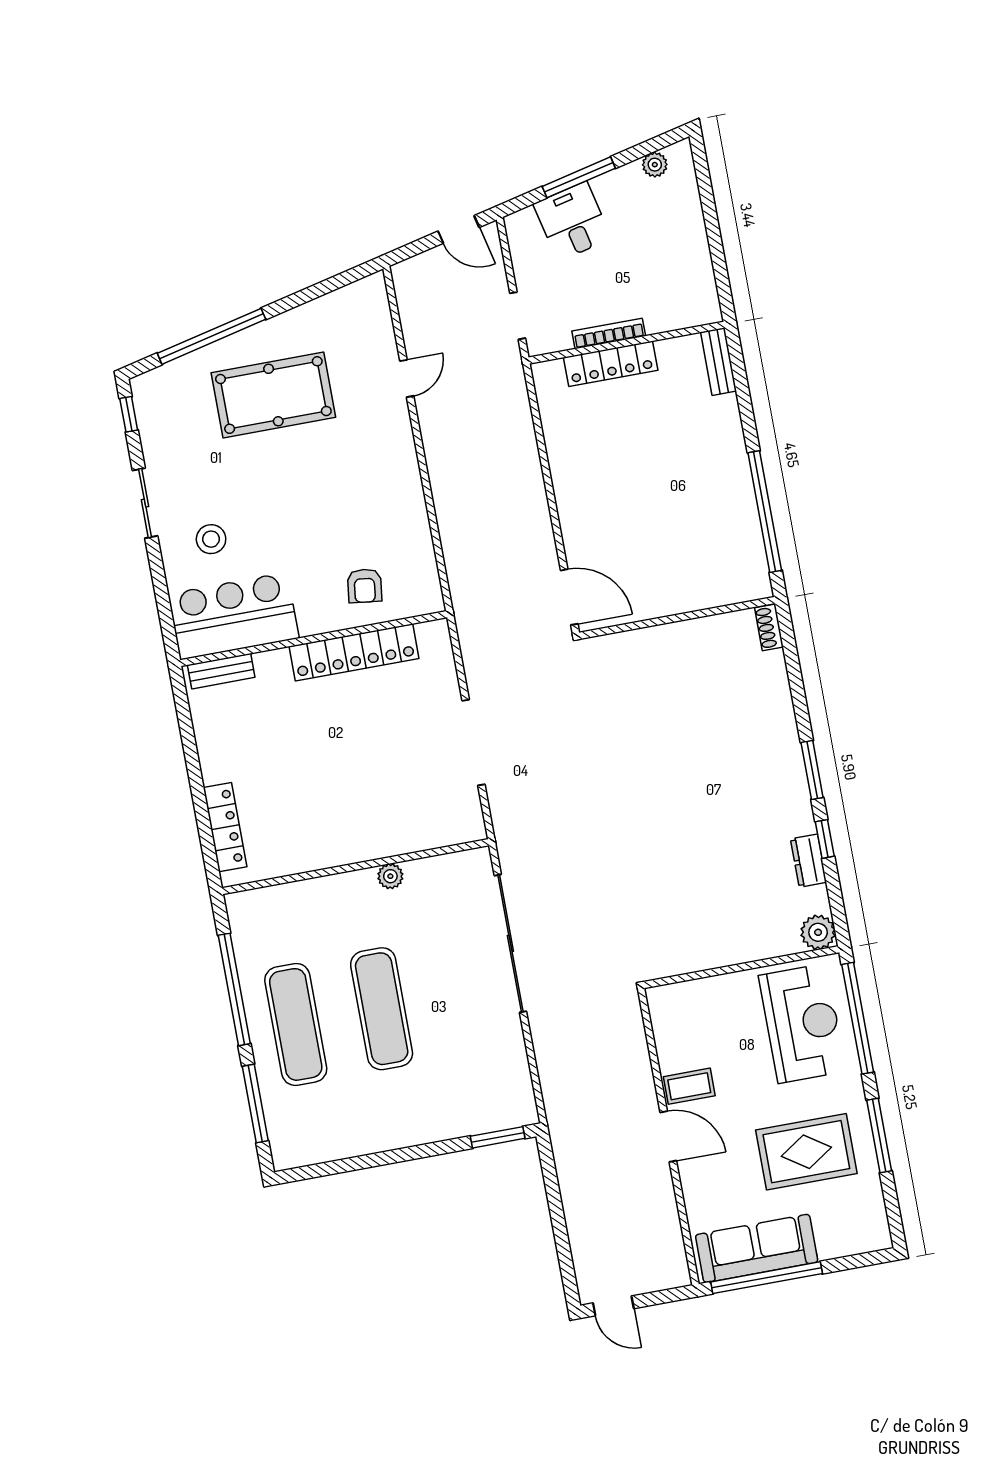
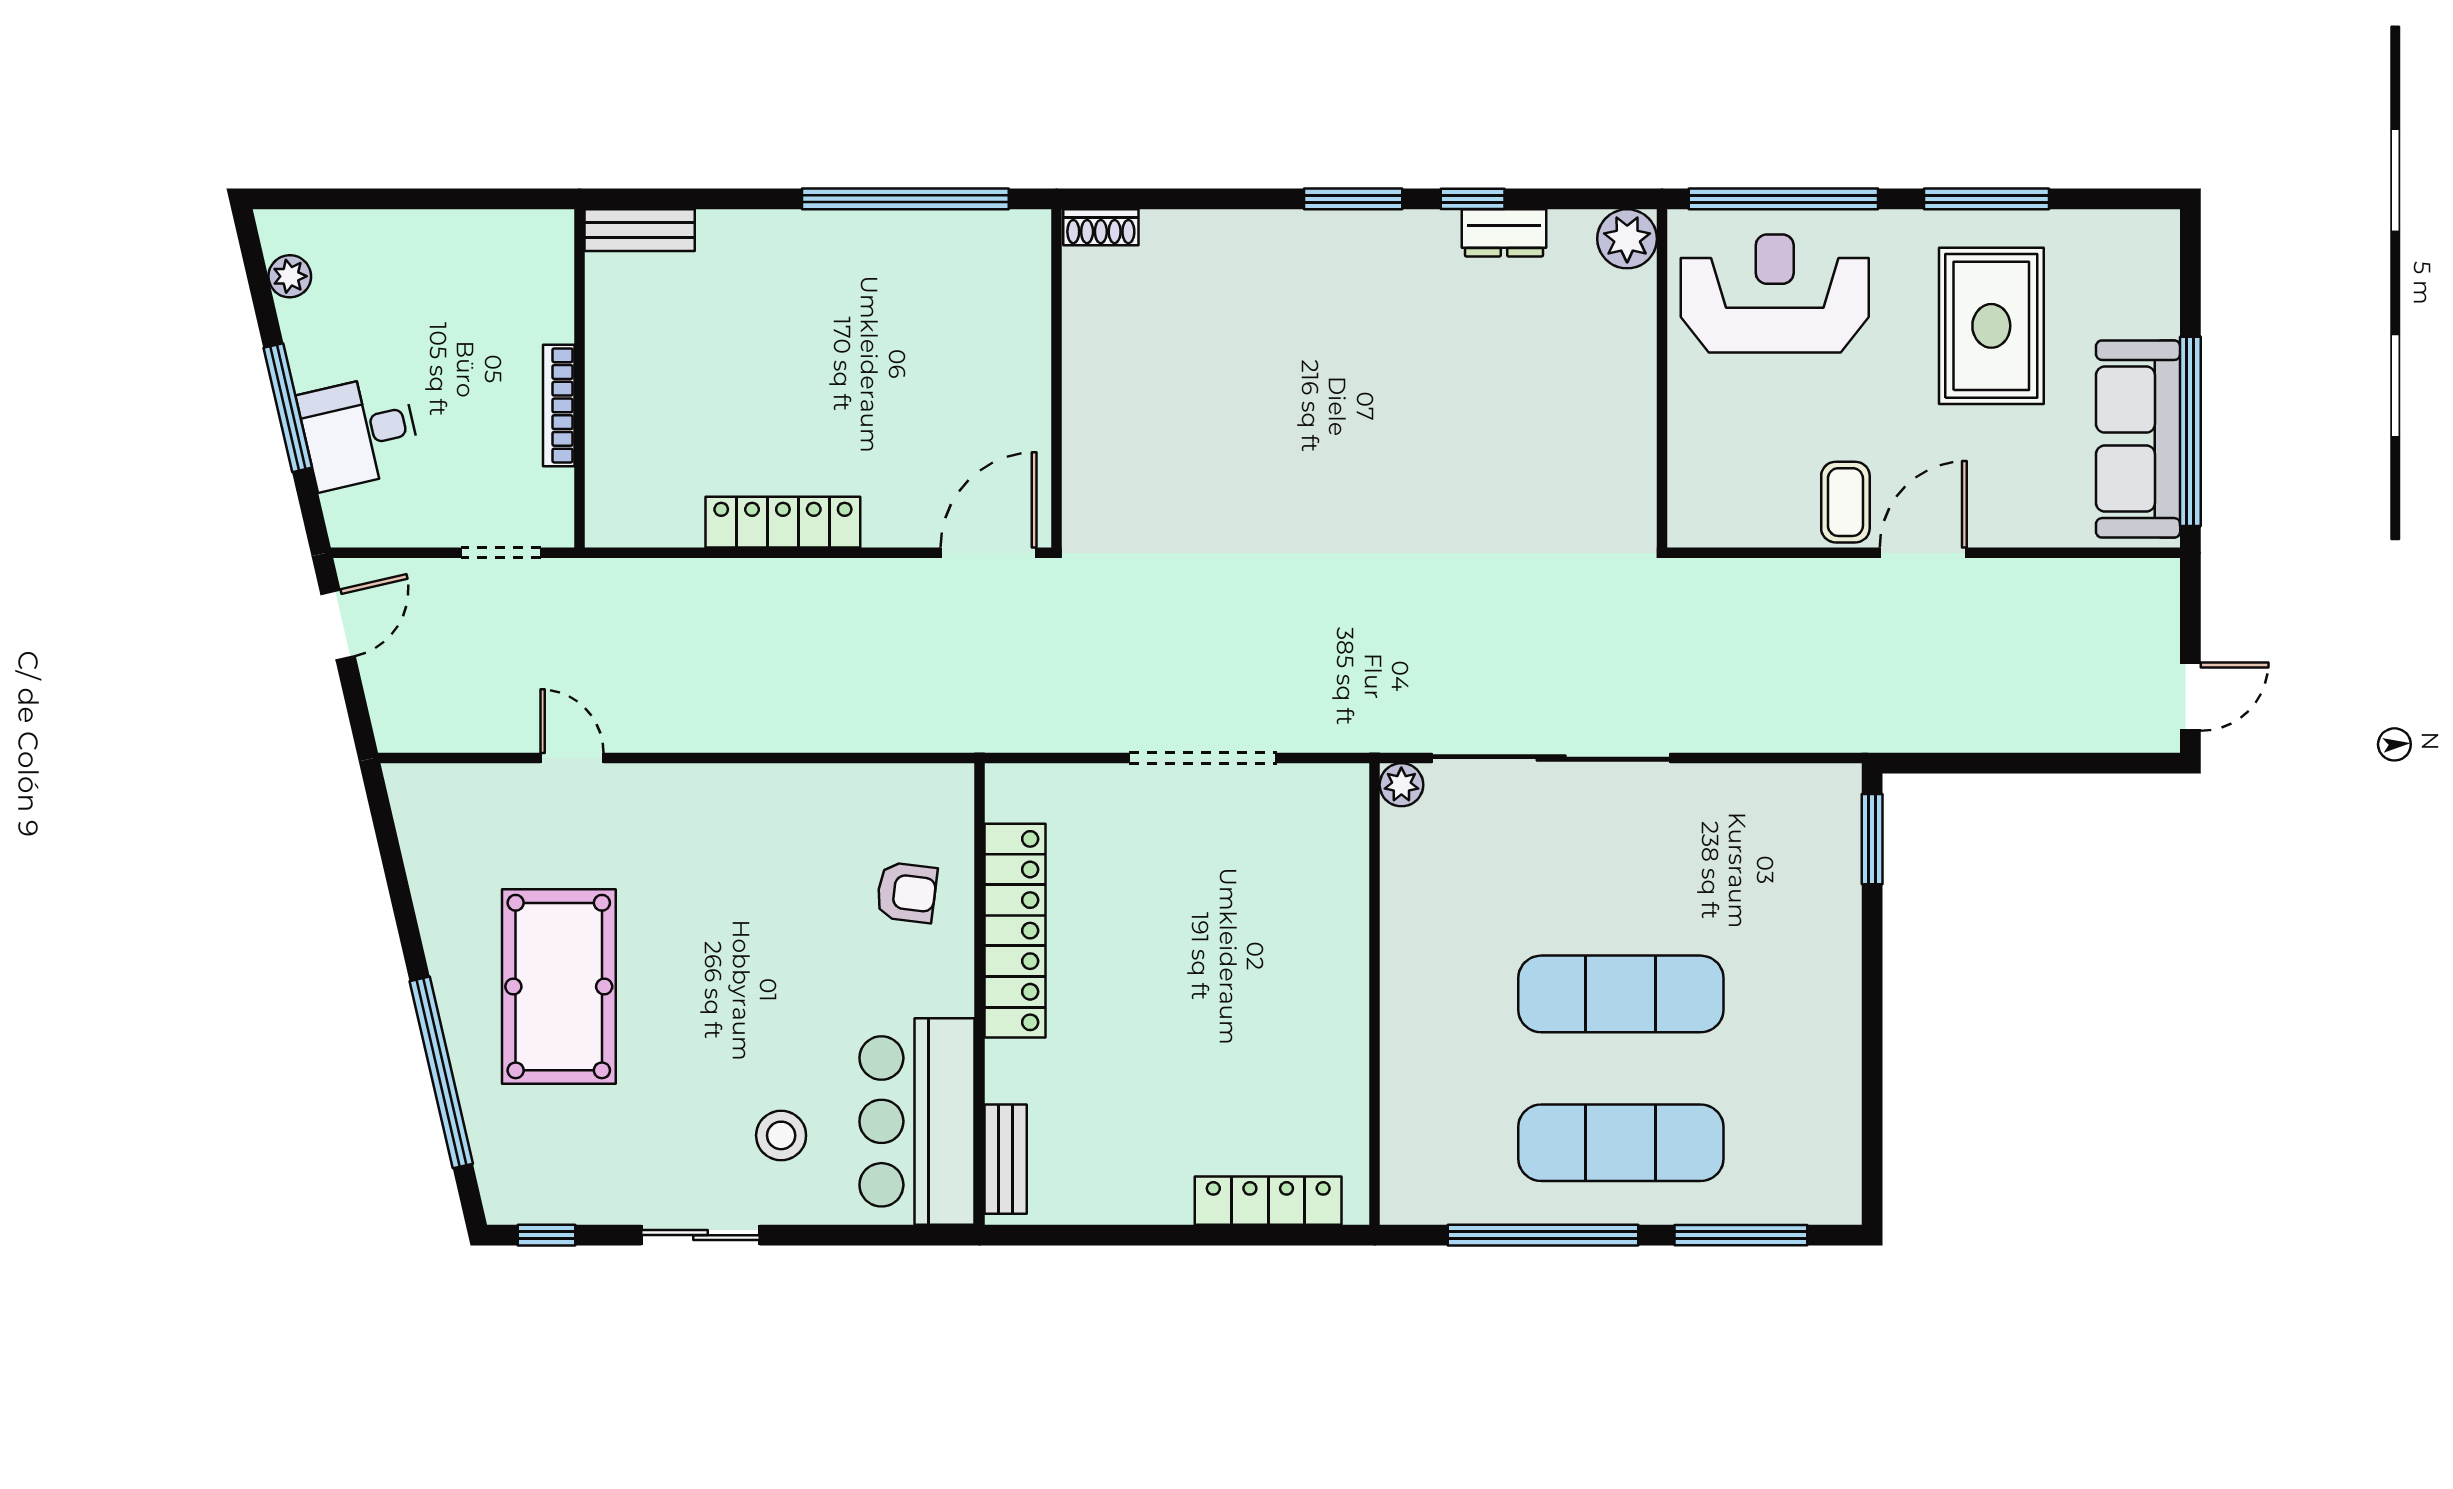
locker: (611, 364) -> (783, 522), moved, turned -90
plant: (390, 876) -> (1401, 785), moved

